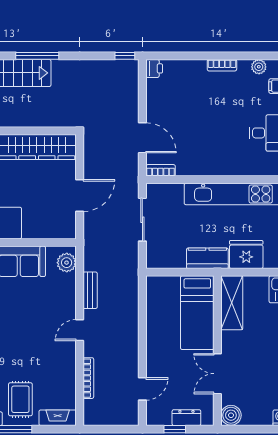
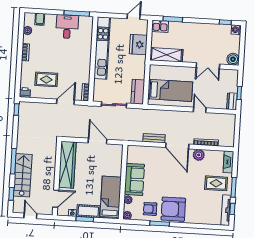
rug: (178, 103) -> (46, 79), added
kitchen counter: (207, 258) -> (138, 92), moved
plant: (67, 263) -> (199, 155), moved
bed: (197, 313) -> (170, 90), moved
door: (80, 330) -> (177, 146), width x1.87
door: (142, 389) -> (200, 110), moved
dresser: (186, 418) -> (232, 101), moved

